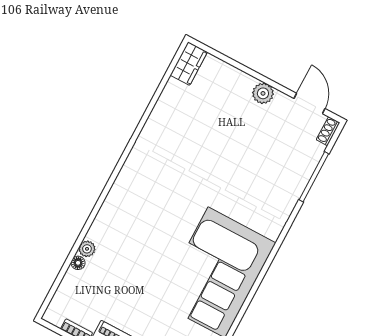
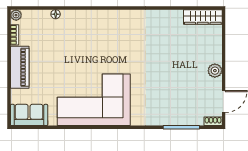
wardrobe: (189, 64) -> (203, 17), width x1.50
plant: (87, 249) -> (16, 15), moved

